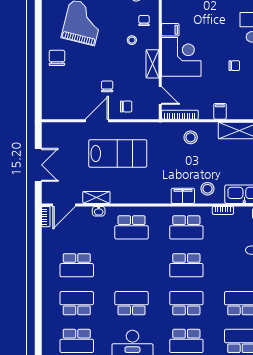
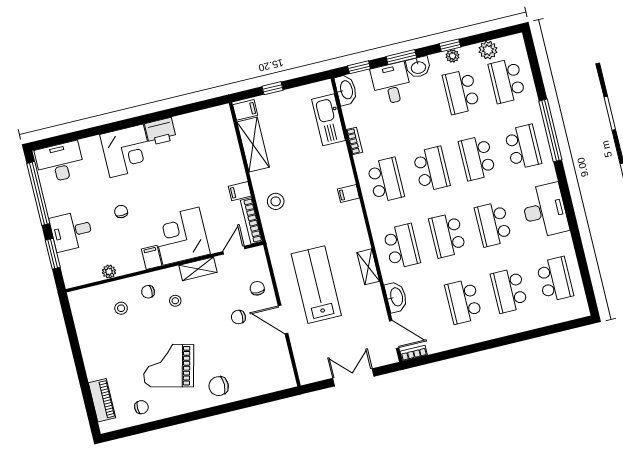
chair: (234, 66) -> (121, 212), moved
filing cabinet: (220, 111) -> (240, 191), moved
stool: (207, 189) -> (333, 166), removed
filing cabinet: (183, 196) -> (348, 194), width x0.50
shelving: (96, 197) -> (368, 267), moved
washbasin: (99, 211) -> (396, 297), width x1.91, depth x1.45
school desk: (77, 265) -> (463, 302), turned 180
school desk: (132, 265) -> (447, 235), added

